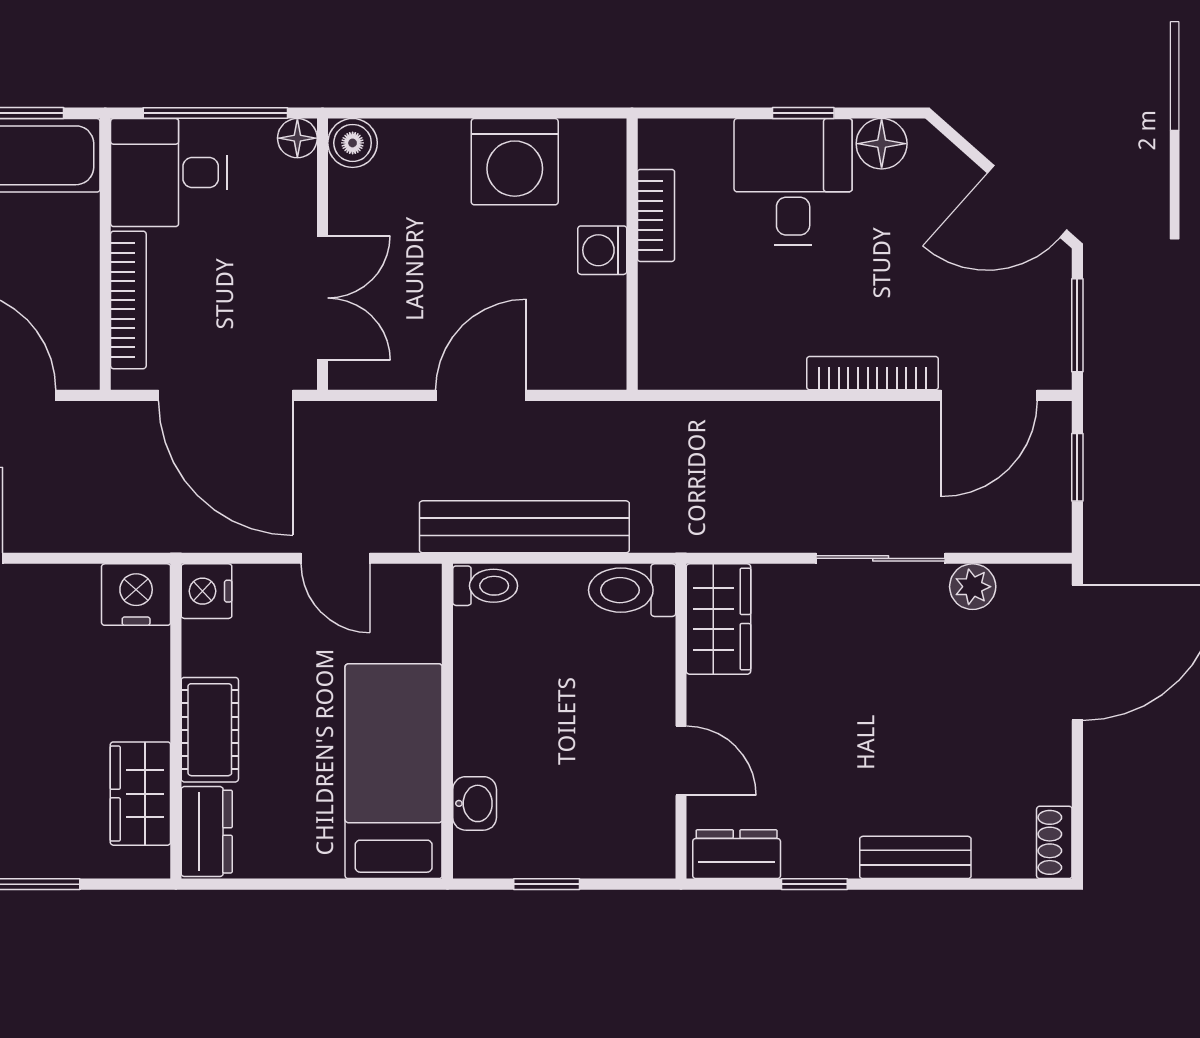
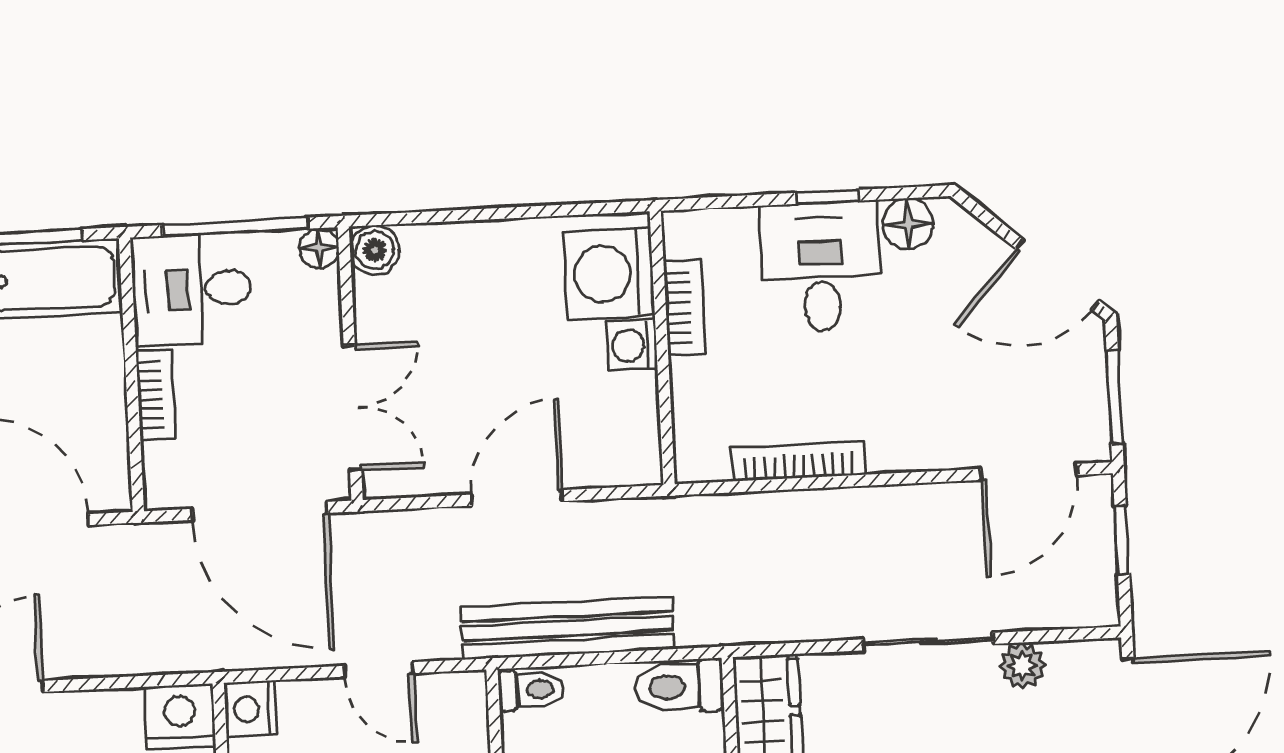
washing machine: (515, 162) -> (609, 274), moved, turned 90
bookcase: (128, 300) -> (156, 395), width x0.64
bookcase: (873, 373) -> (799, 461), moved

